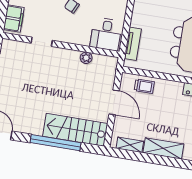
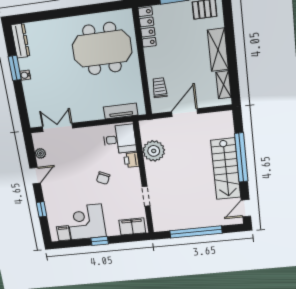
printer: (82, 39) -> (131, 160), added
plant: (86, 58) -> (154, 151), width x1.88, depth x1.88
stairs: (75, 130) -> (226, 169), moved

